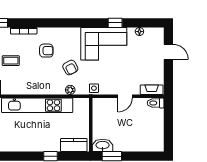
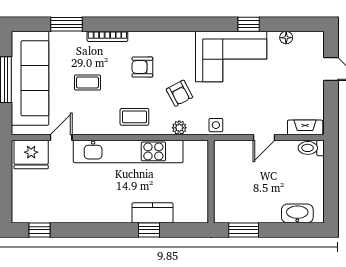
armchair: (46, 51) -> (142, 67), turned 180
coffee table: (41, 83) -> (134, 117), added
kitchen counter: (74, 145) -> (153, 213), moved
washbasin: (103, 145) -> (297, 213), moved

